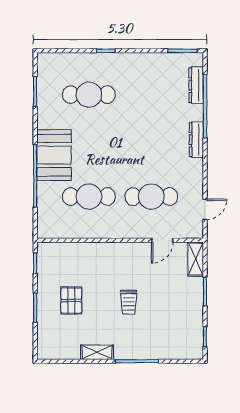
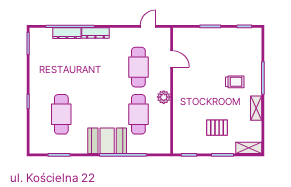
dresser: (196, 85) -> (67, 33), moved
door: (205, 209) -> (148, 26), hinge flipped
plant: (112, 230) -> (164, 97), added
shelving: (196, 259) -> (249, 148), moved
trolley: (129, 302) -> (235, 82), moved

